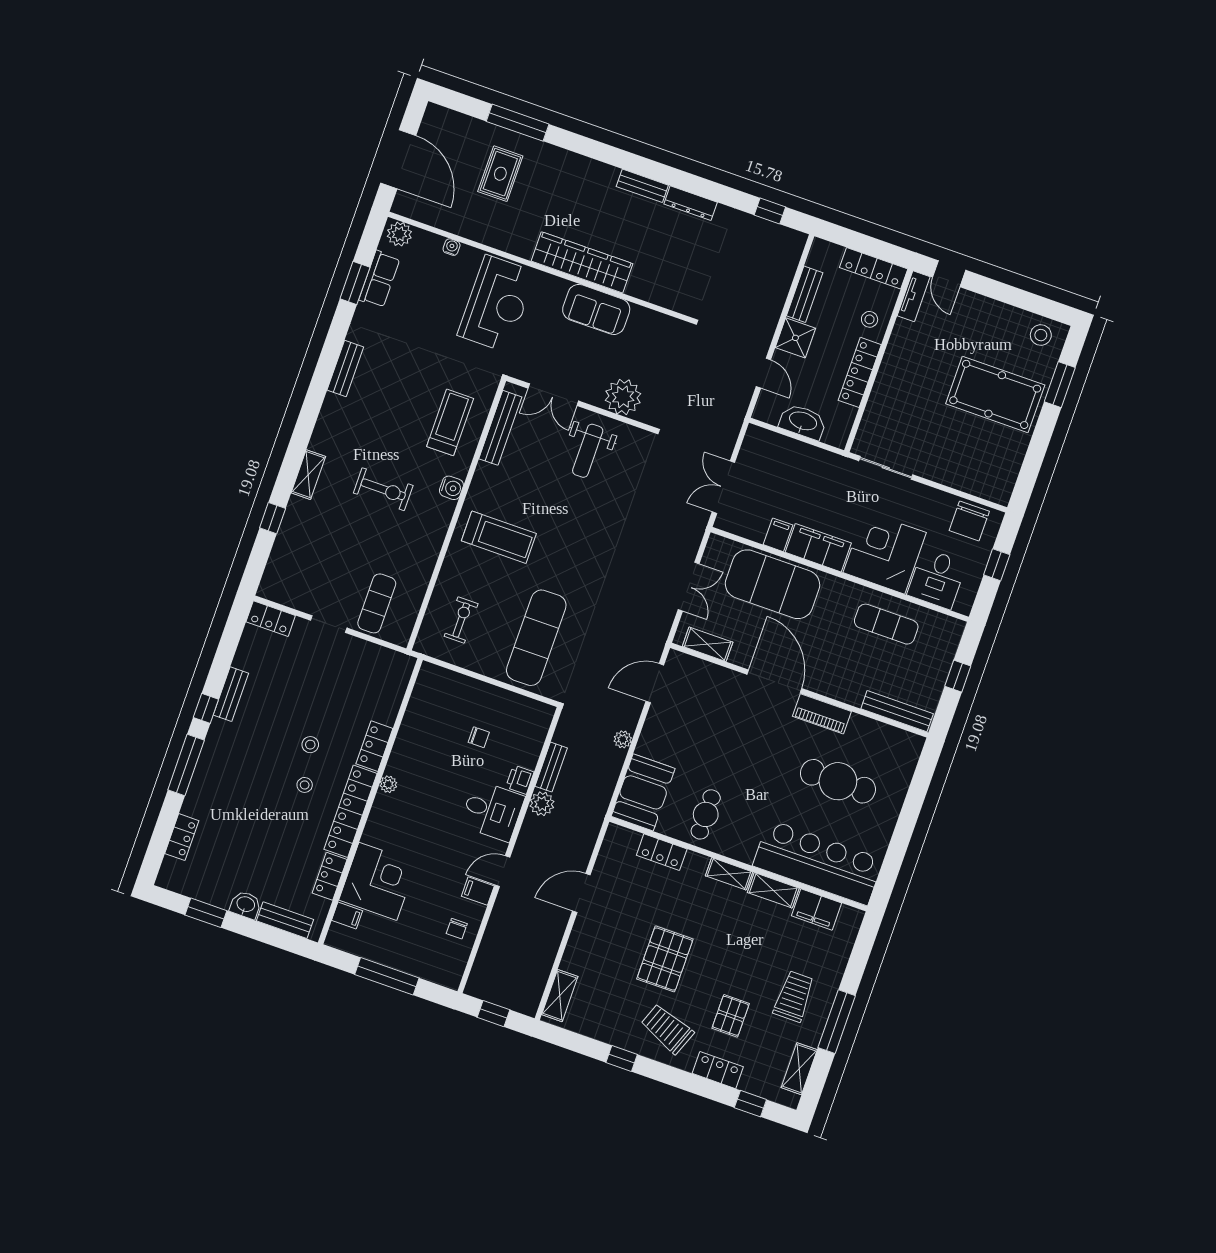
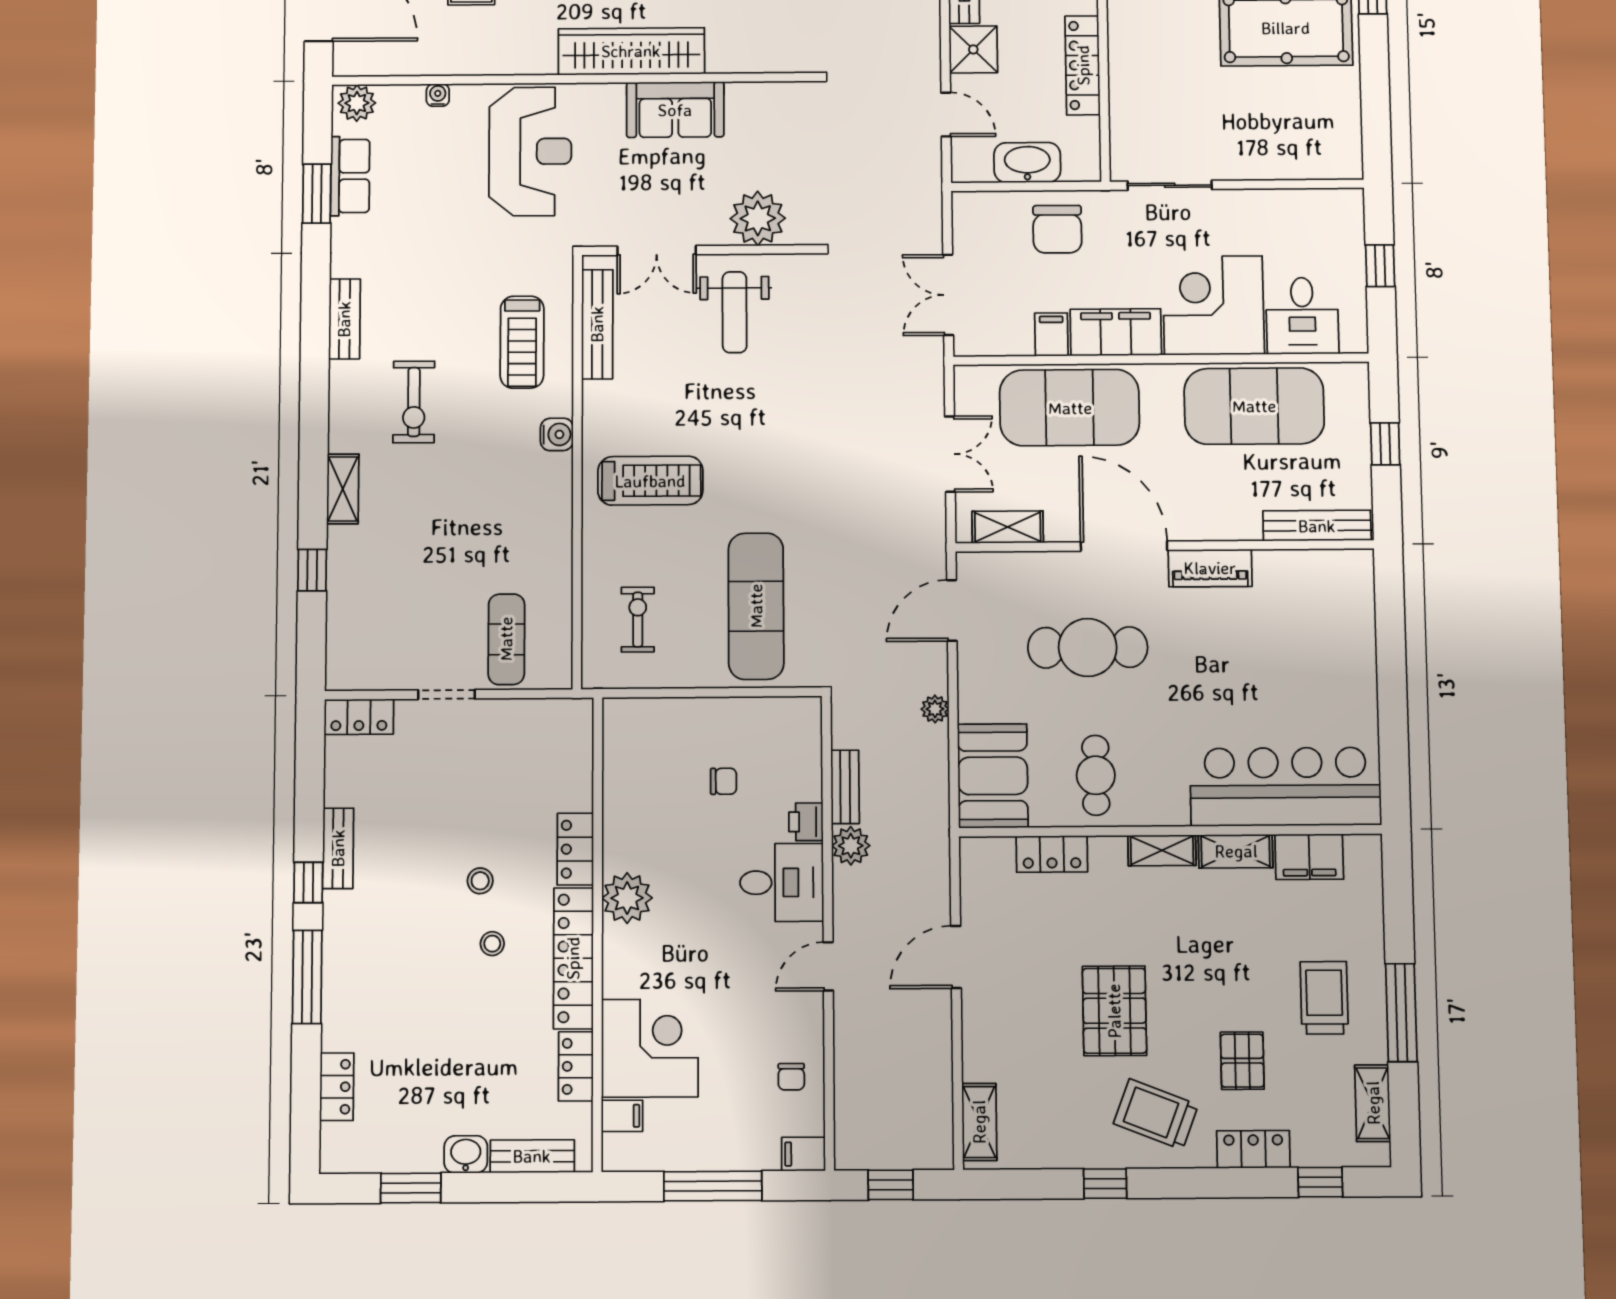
treadmill: (450, 422) -> (522, 342), turned 180
exercise bike: (383, 489) -> (414, 402), moved, turned 90
chair: (969, 521) -> (1057, 229), moved
exercise mat: (886, 624) -> (1254, 406), width x2.00, depth x1.45
cafe table: (838, 781) -> (1088, 647), moved
plant: (388, 784) -> (627, 898), width x1.88, depth x1.88
filing cabinet: (478, 891) -> (803, 1154), moved

